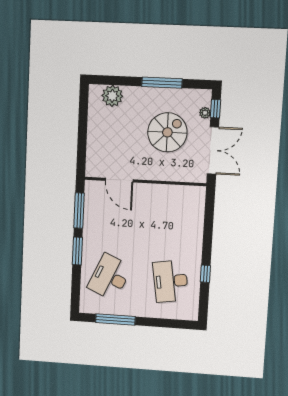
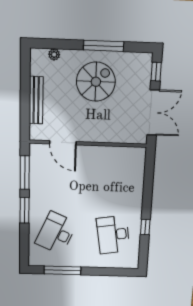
plant: (112, 96) -> (54, 54), width x0.53, depth x0.53
plant: (205, 113) -> (146, 76), removed
spiral stairs: (167, 132) -> (96, 82), moved
bench: (93, 136) -> (36, 100), added

